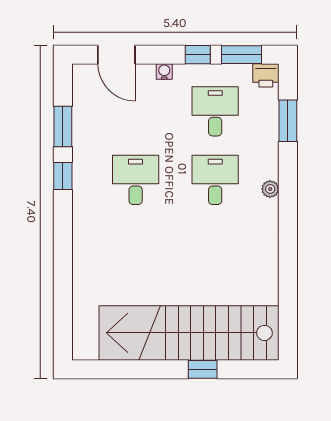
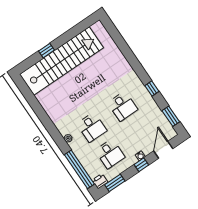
door: (116, 55) -> (163, 150), hinge flipped
window: (198, 55) -> (141, 165), moved
window: (288, 121) -> (79, 169), width x2.11
window: (63, 126) -> (171, 116), moved

